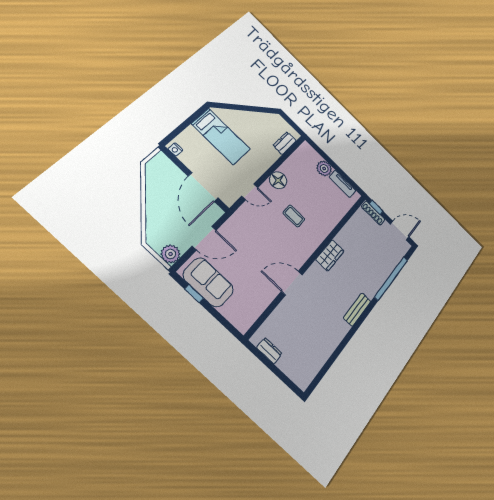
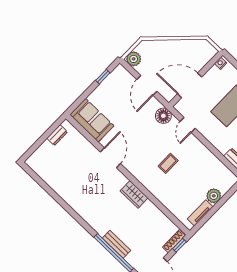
floor lamp: (278, 180) -> (163, 116), moved
sofa: (208, 282) -> (92, 120), moved, turned -90
bench: (357, 309) -> (116, 244), moved

